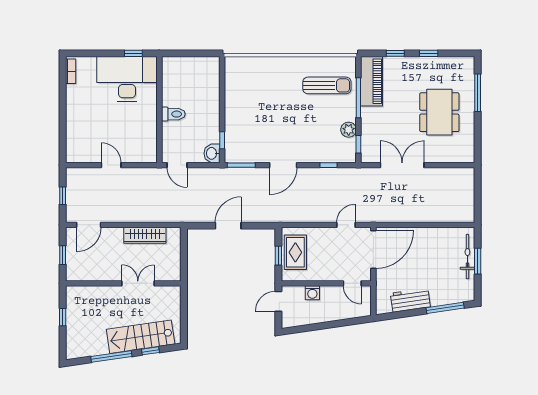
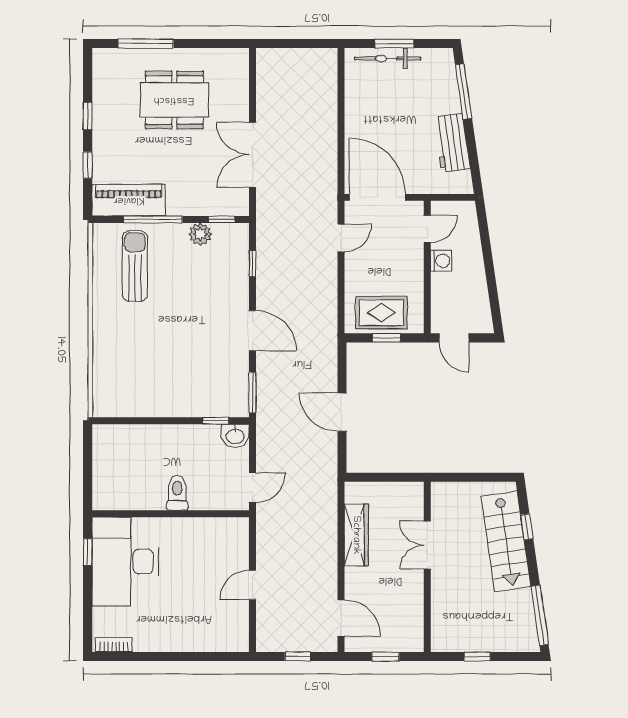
door: (346, 225) -> (341, 238), swing flipped
washing machine: (312, 293) -> (441, 261), moved
window: (111, 356) -> (540, 615), moved

